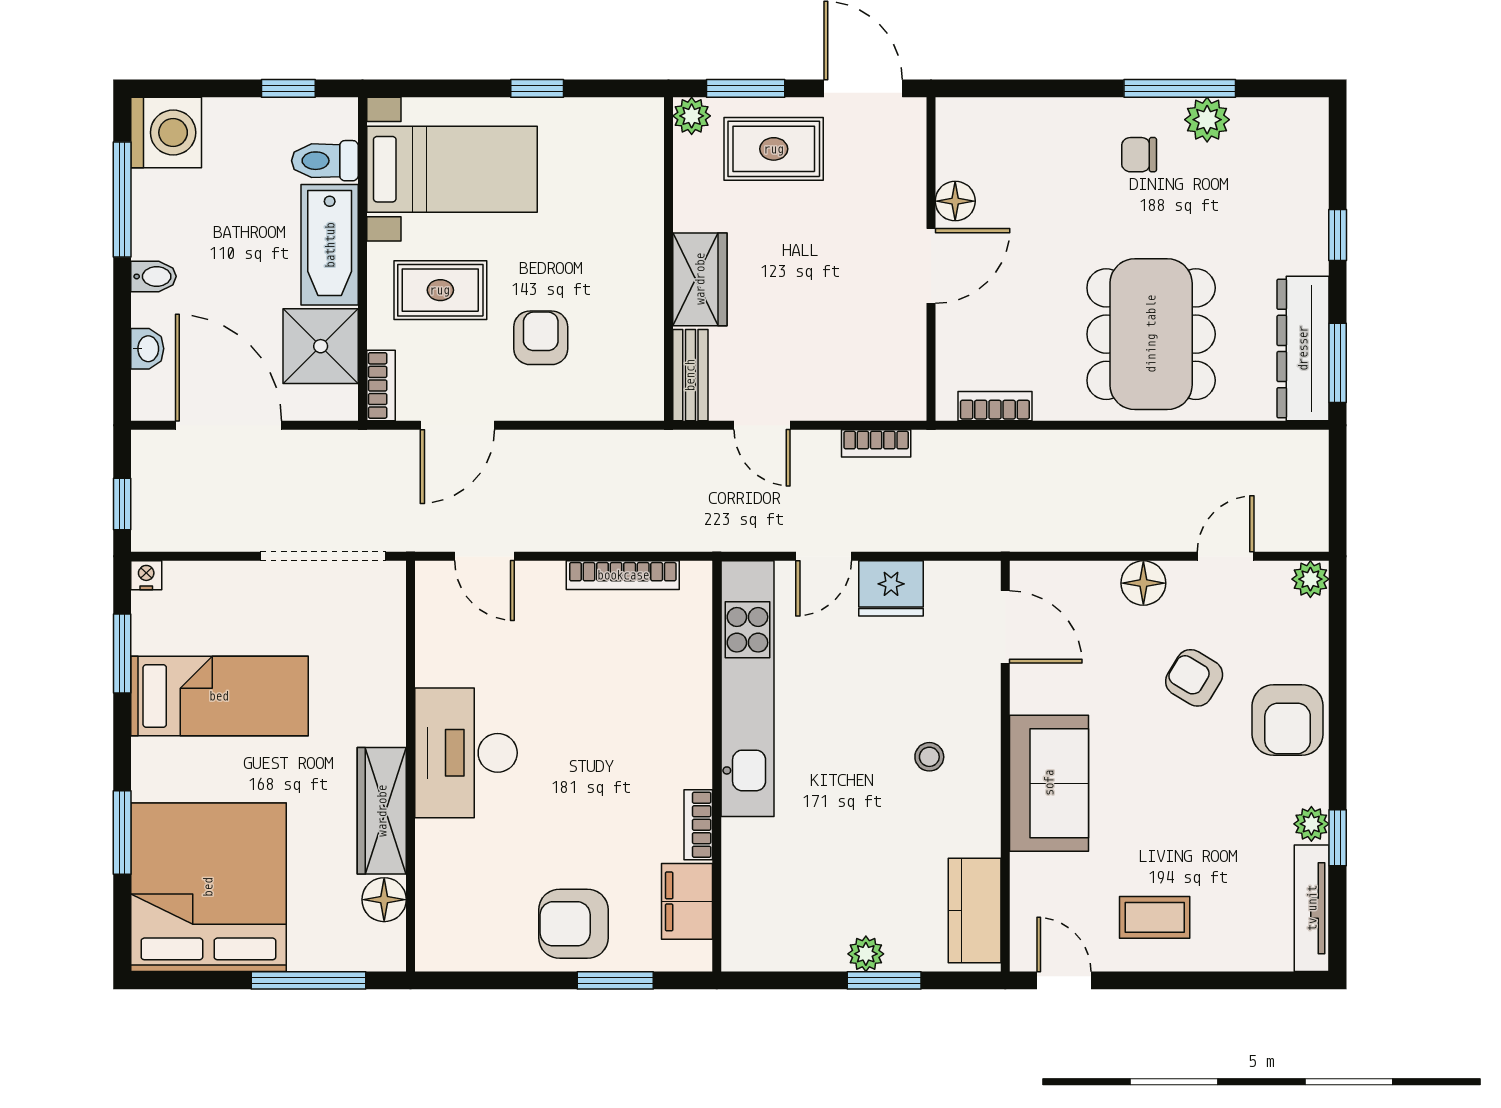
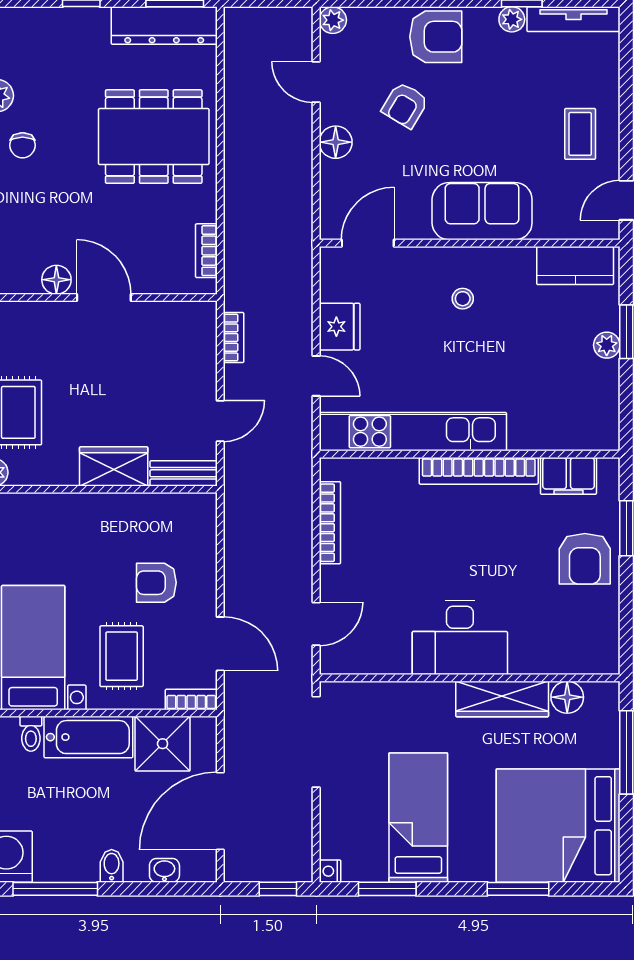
toilet: (325, 161) -> (31, 734), width x0.73, depth x0.72
bookcase: (698, 825) -> (479, 471), width x2.31, depth x1.31

